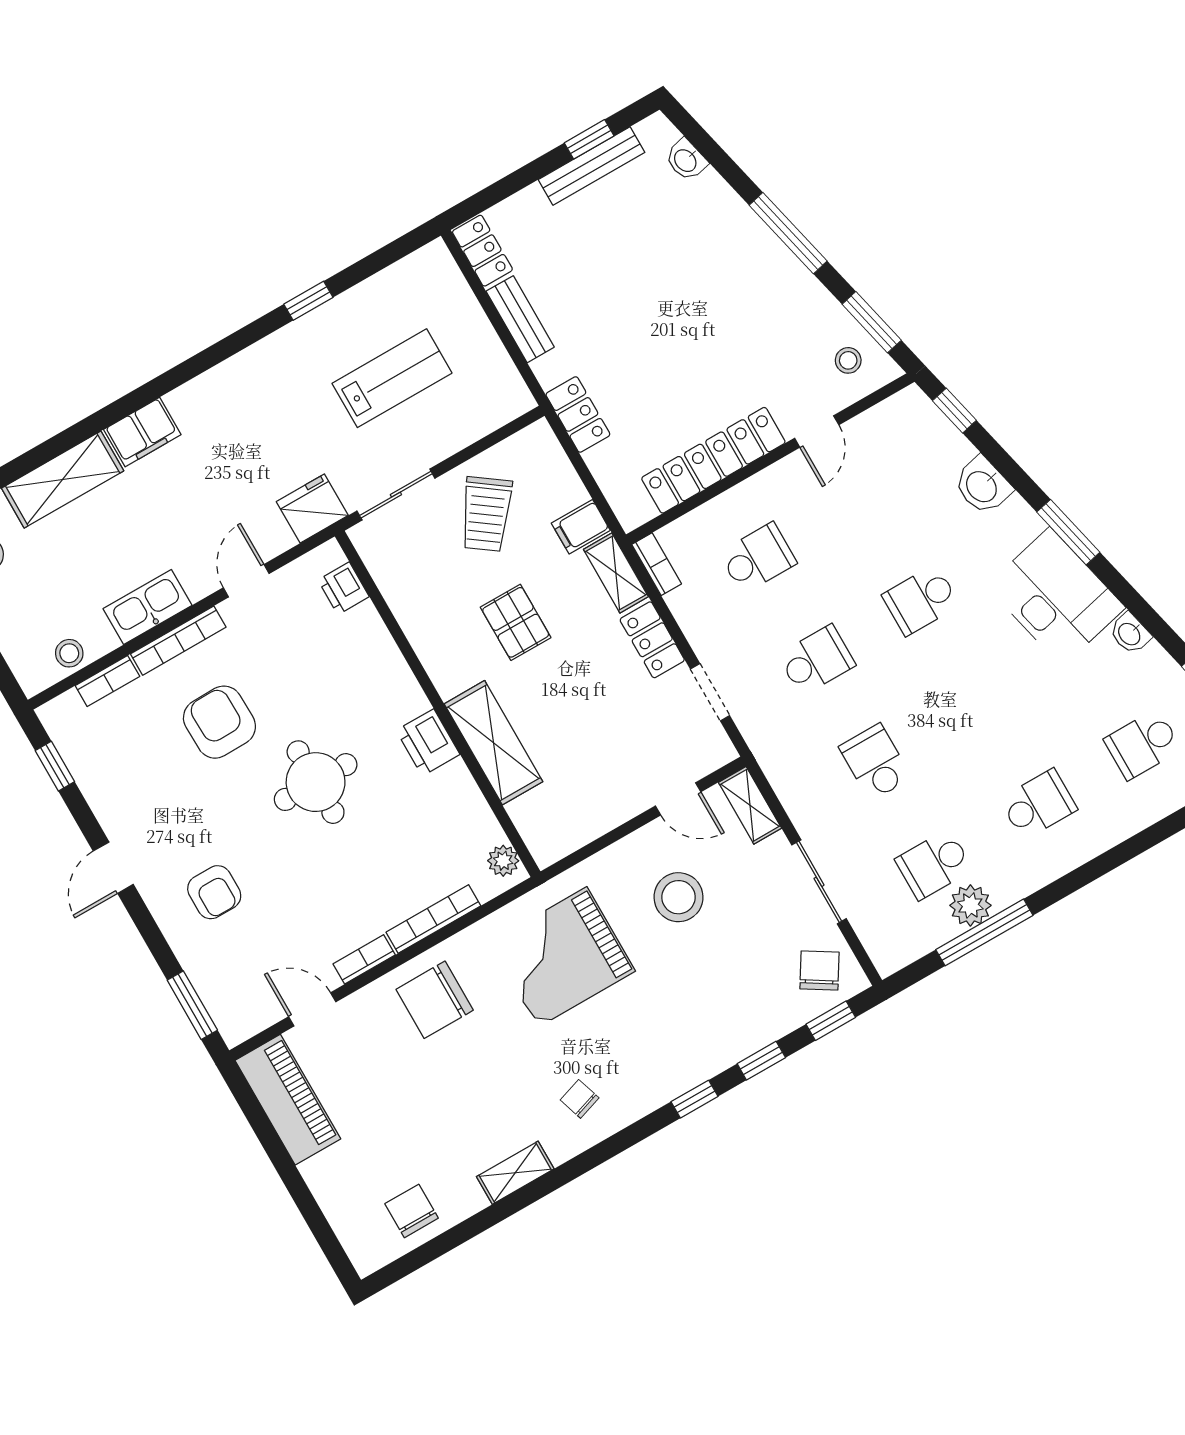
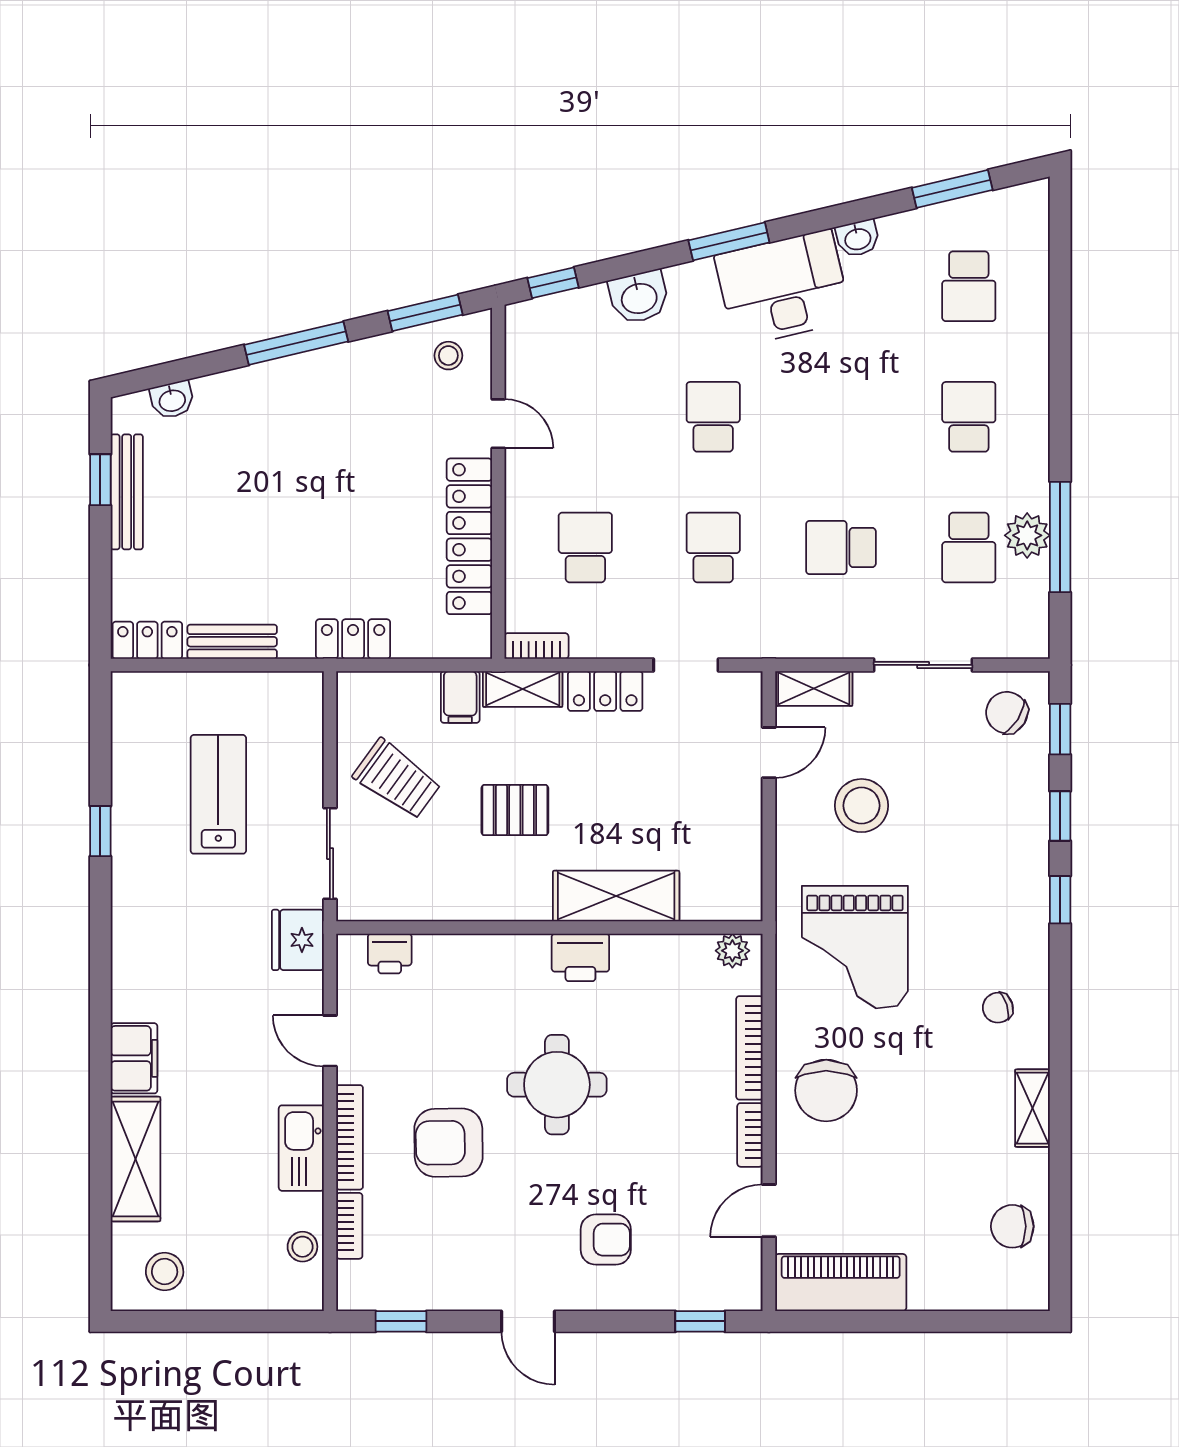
school desk: (921, 600) -> (713, 417), turned 180
window: (192, 1005) -> (700, 1321), width x0.67

